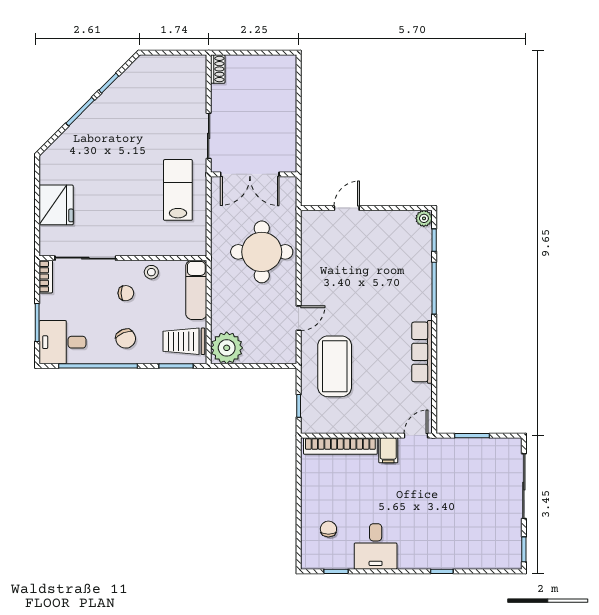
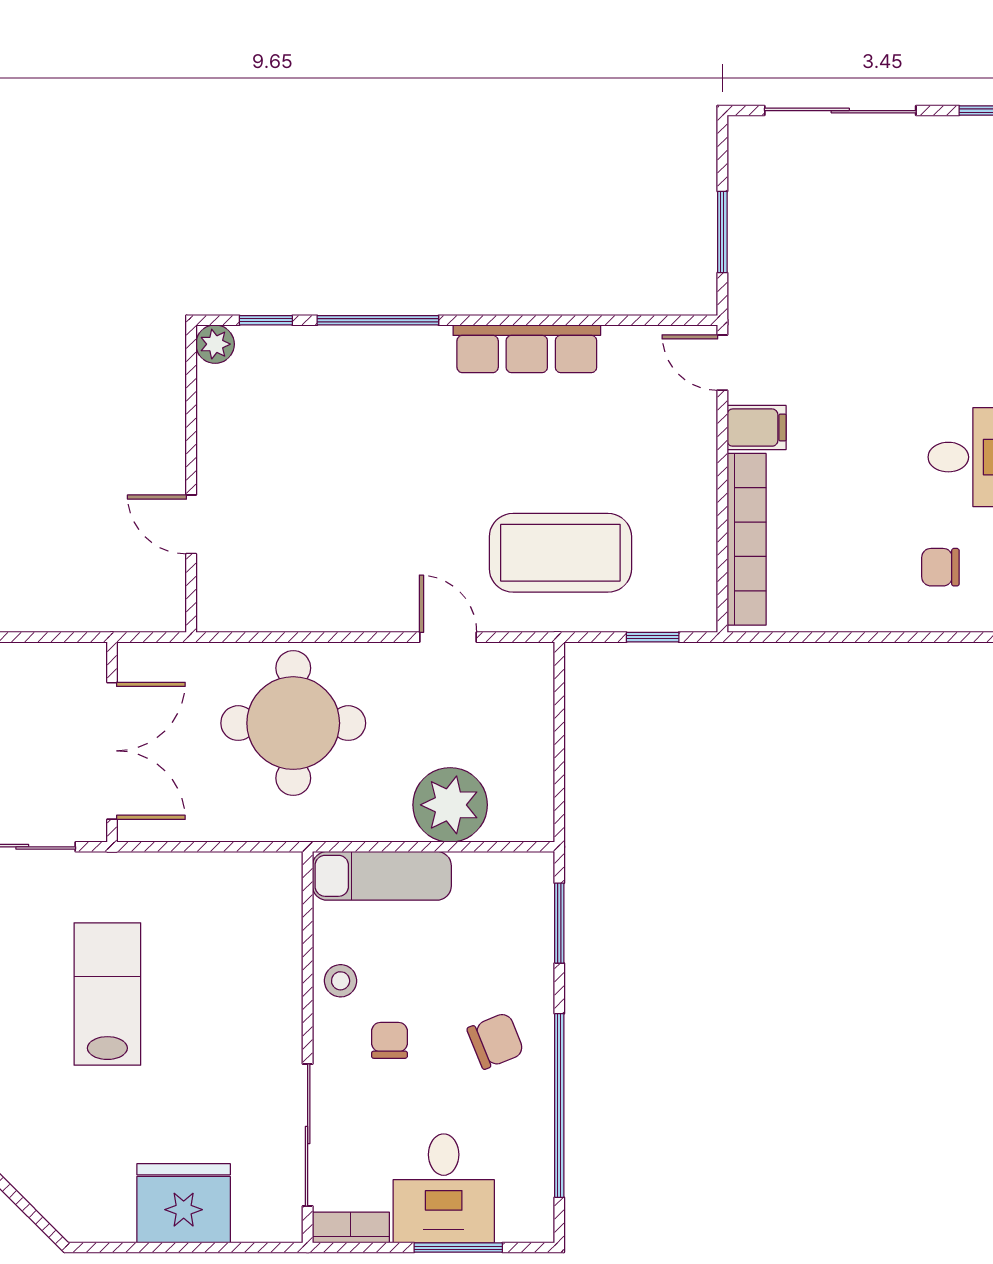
lab bench: (178, 190) -> (107, 994), moved, turned 90
trolley: (184, 341) -> (502, 905), removed
desk: (62, 342) -> (444, 1188), moved
plant: (227, 348) -> (450, 805), moved

